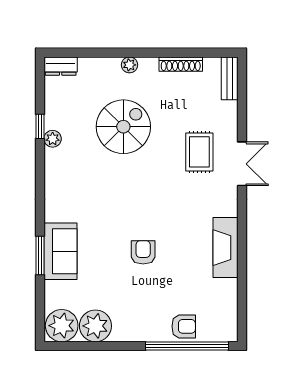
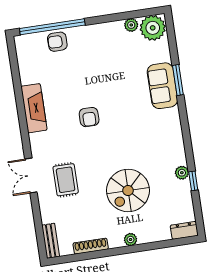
armchair: (143, 252) -> (89, 117), moved
plant: (95, 326) -> (131, 25), width x0.53, depth x0.53

